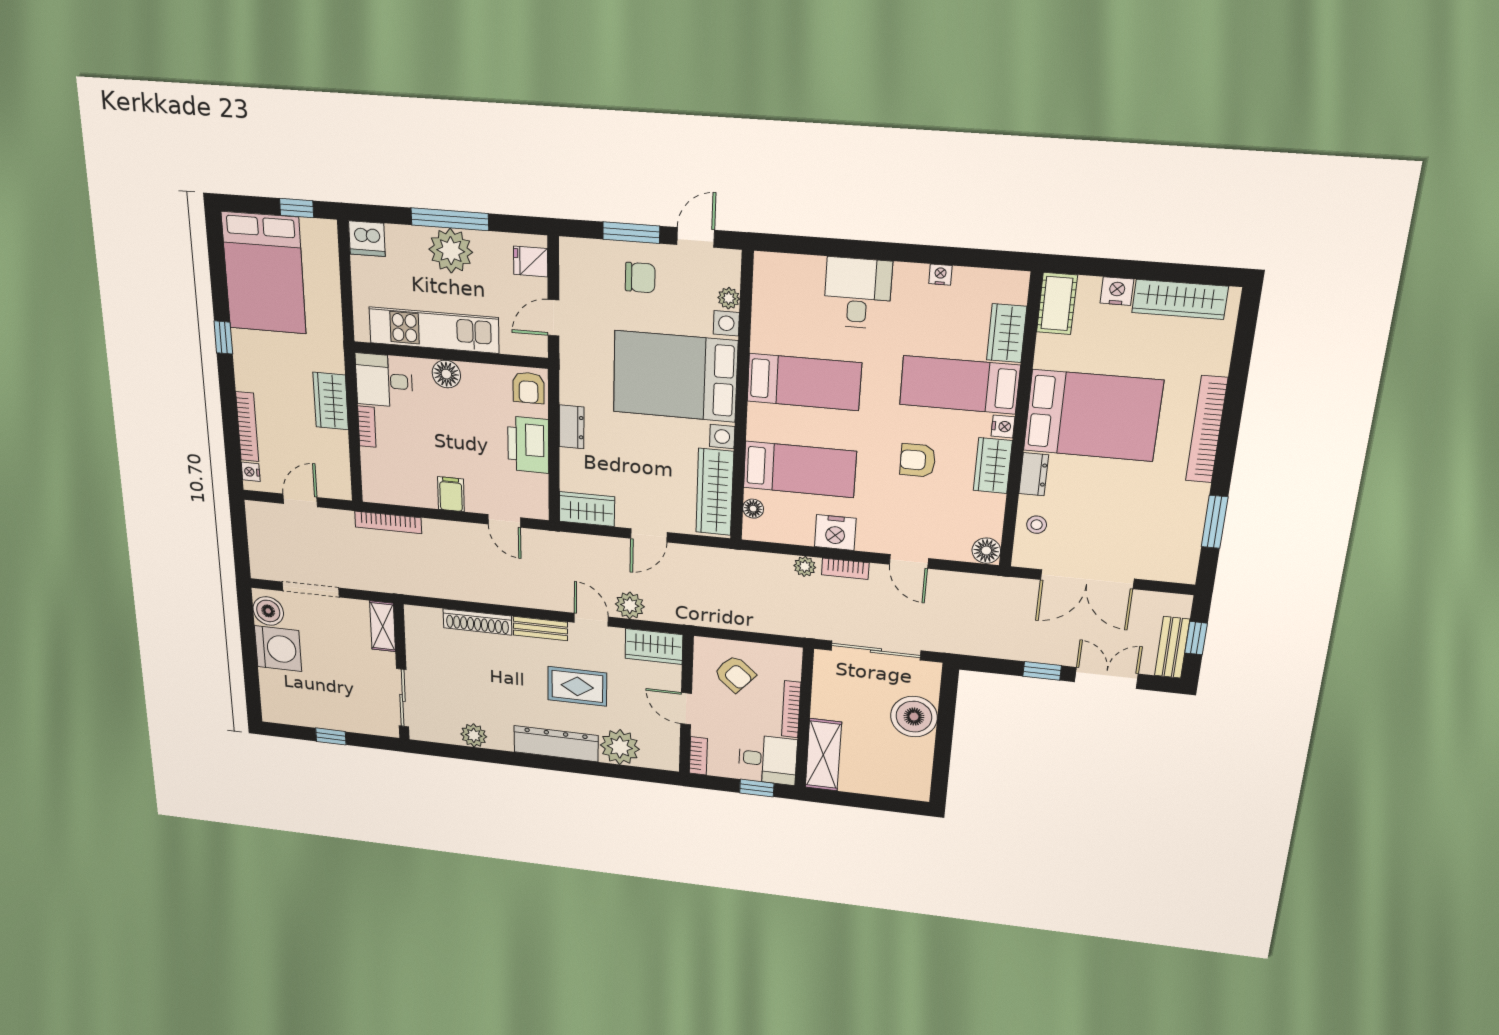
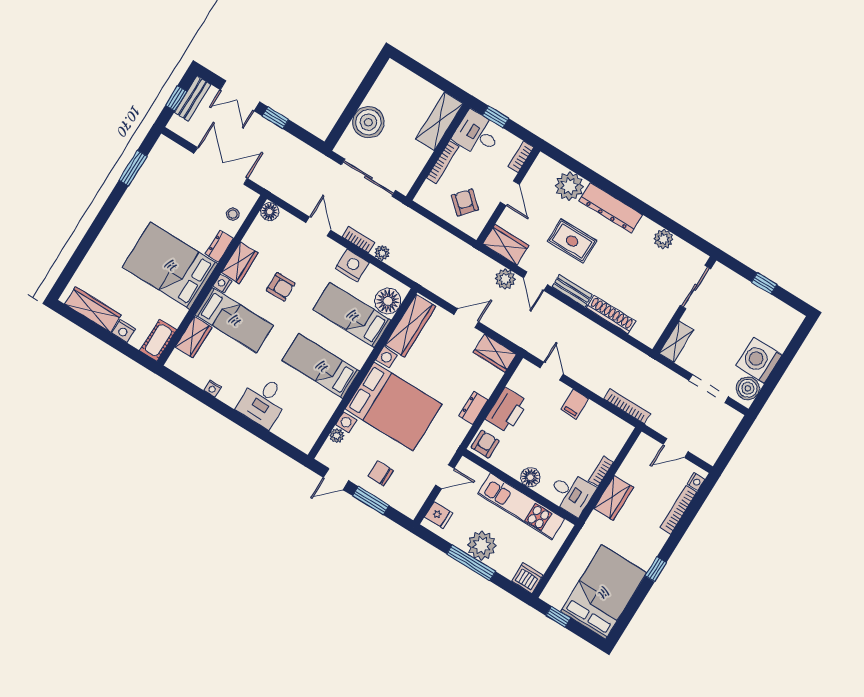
bookcase: (1207, 429) -> (112, 227), removed
floor lamp: (753, 509) -> (388, 301), width x1.89, depth x1.89

